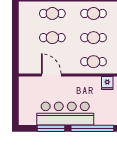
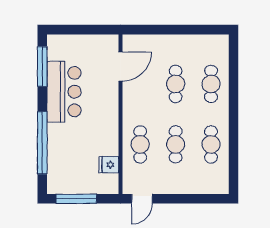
door: (51, 75) -> (121, 66), moved
bar counter: (65, 114) -> (64, 92), width x0.73
window: (51, 128) -> (42, 67), moved

